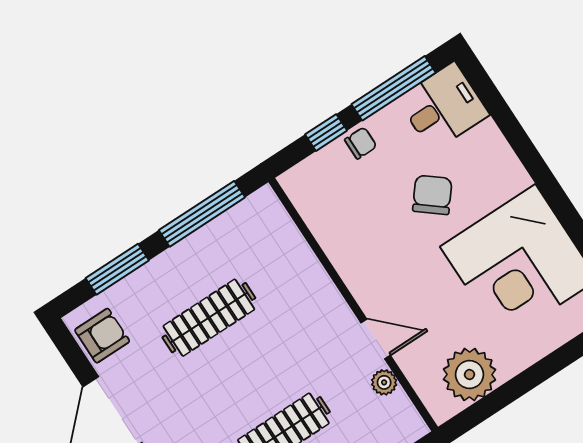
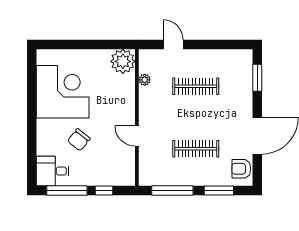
chair: (361, 143) -> (93, 178), removed
door: (376, 339) -> (137, 136), moved
plant: (470, 375) -> (123, 61), moved

